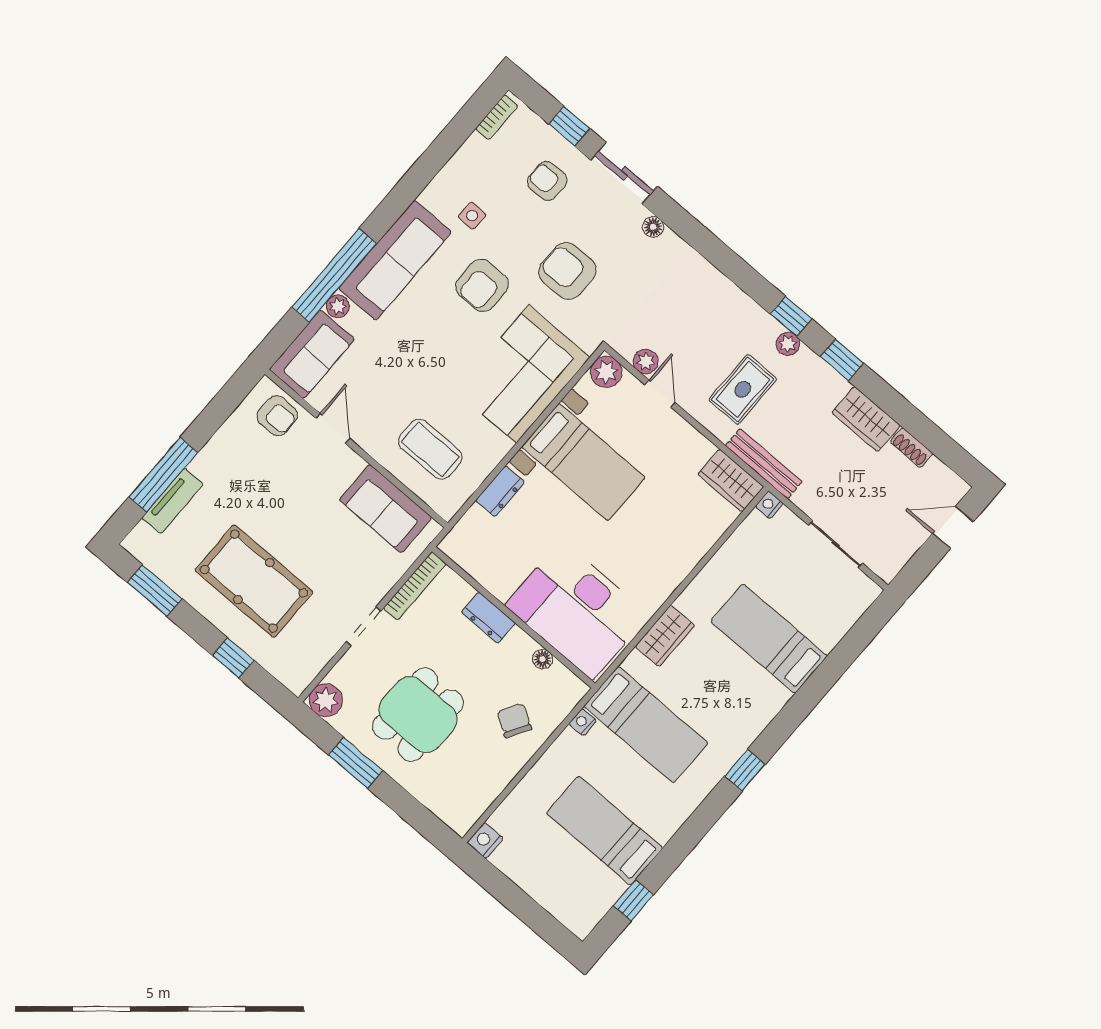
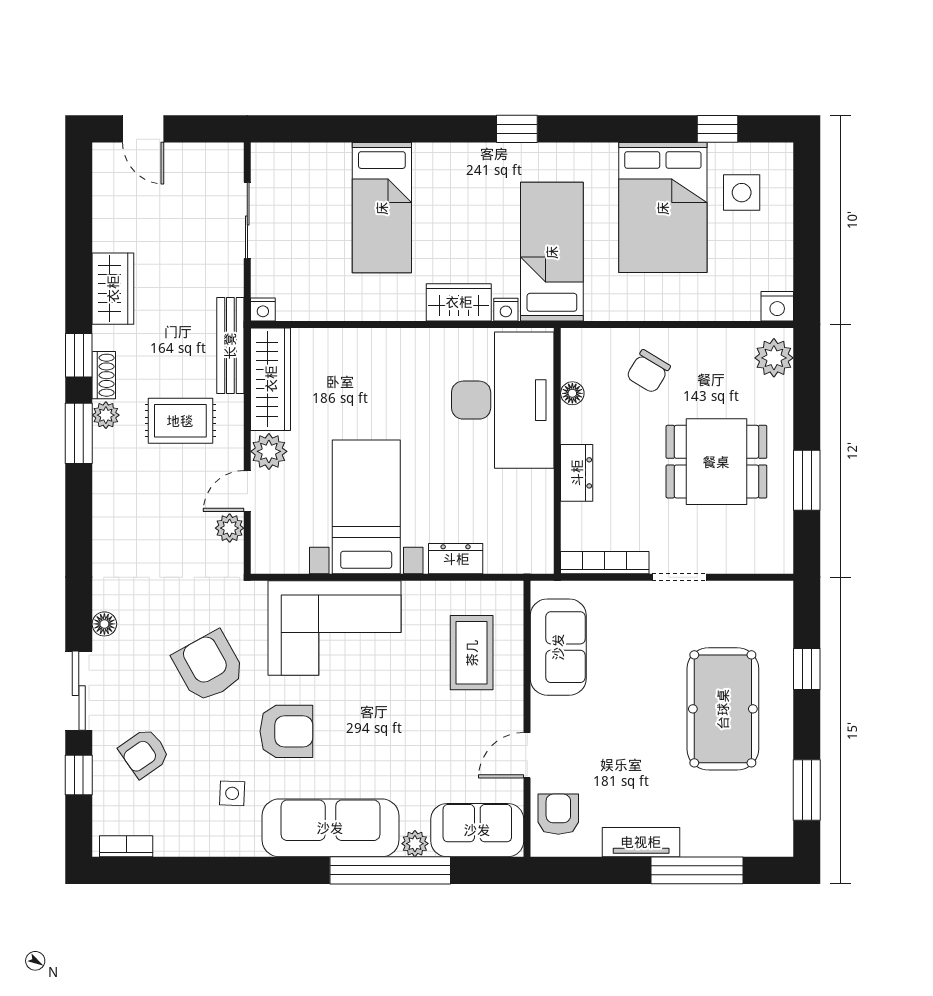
armchair: (547, 181) -> (144, 753), turned 55
armchair: (567, 271) -> (209, 667), turned 151
window: (791, 316) -> (79, 433), width x1.50
plant: (606, 372) -> (269, 451), moved
shoe rack: (912, 448) -> (104, 375), moved
wardrobe: (731, 480) -> (271, 379), width x1.50
tv unit: (173, 501) -> (641, 842), moved
plant: (326, 700) -> (774, 358), moved
nightstand: (583, 722) -> (506, 310), moved
bed: (605, 831) -> (663, 208), width x1.50
side table: (579, 881) -> (742, 193), added

